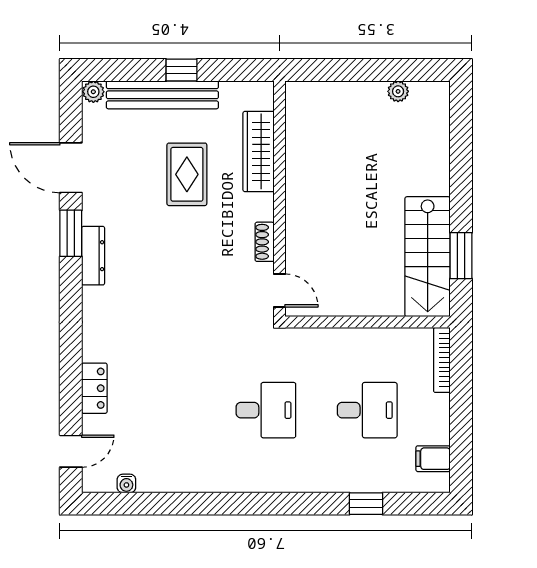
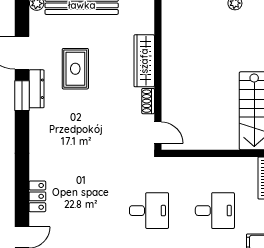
wardrobe: (259, 151) -> (144, 61), moved
rug: (187, 174) -> (75, 69), moved
dresser: (93, 256) -> (37, 89), moved

